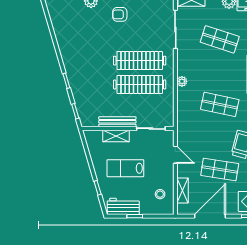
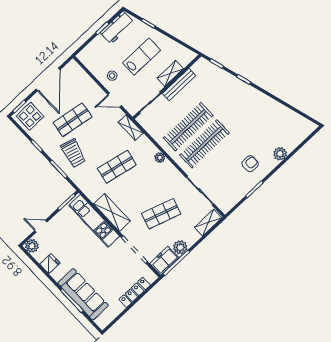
shelving: (183, 190) -> (131, 128), moved
stool: (160, 194) -> (112, 76), moved

